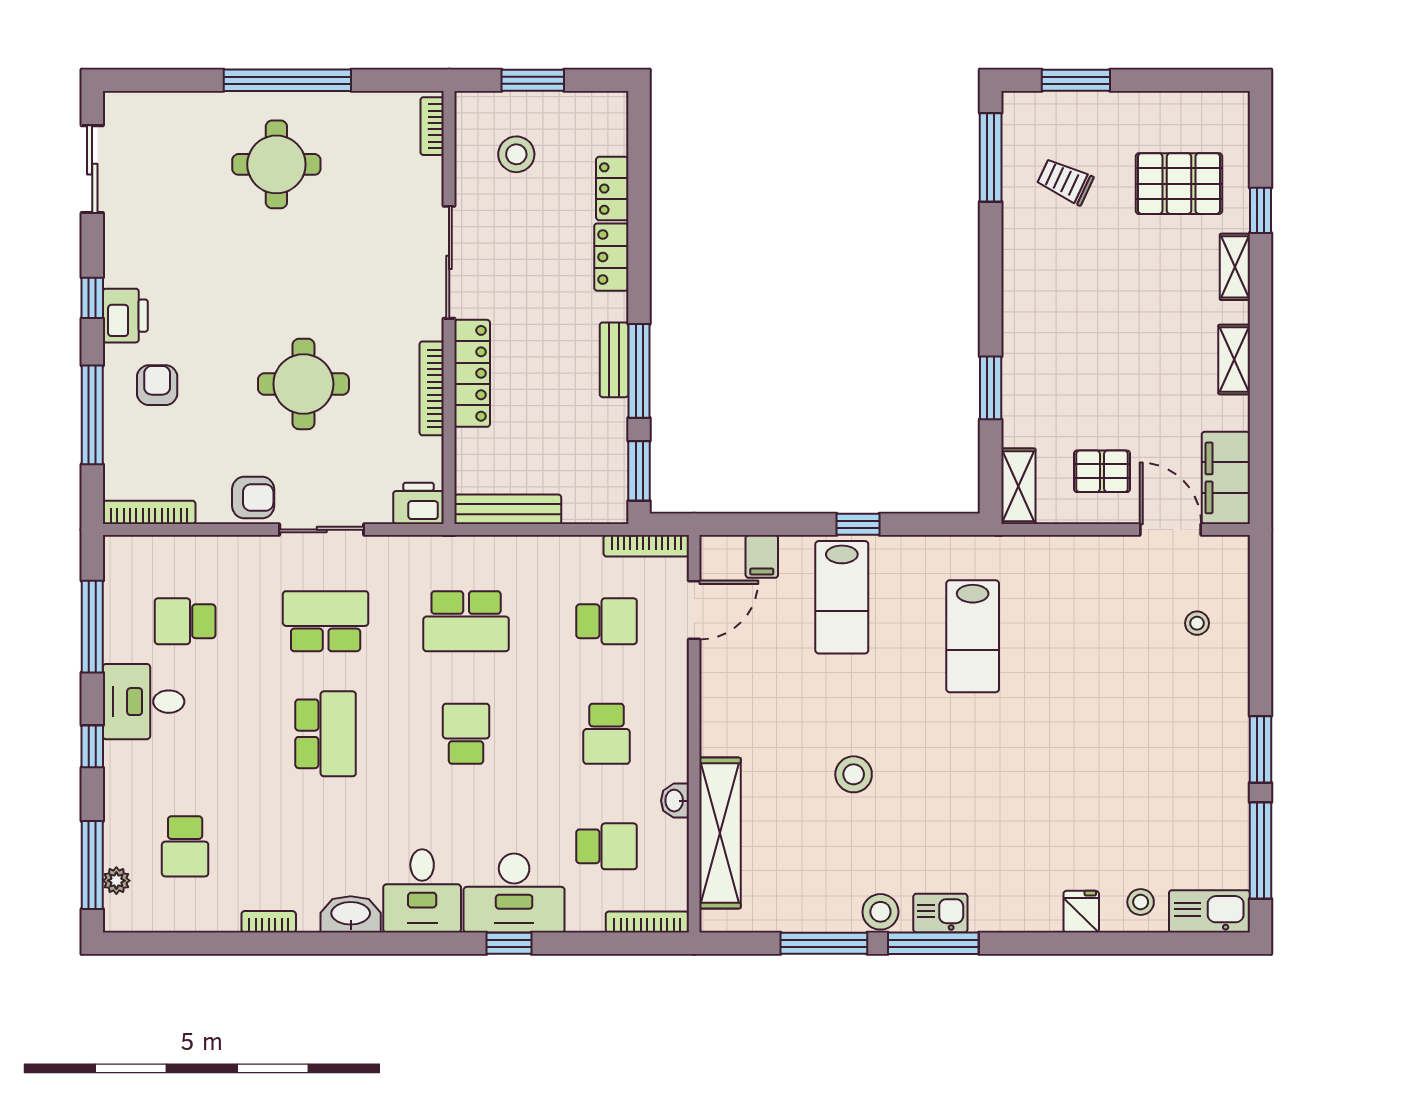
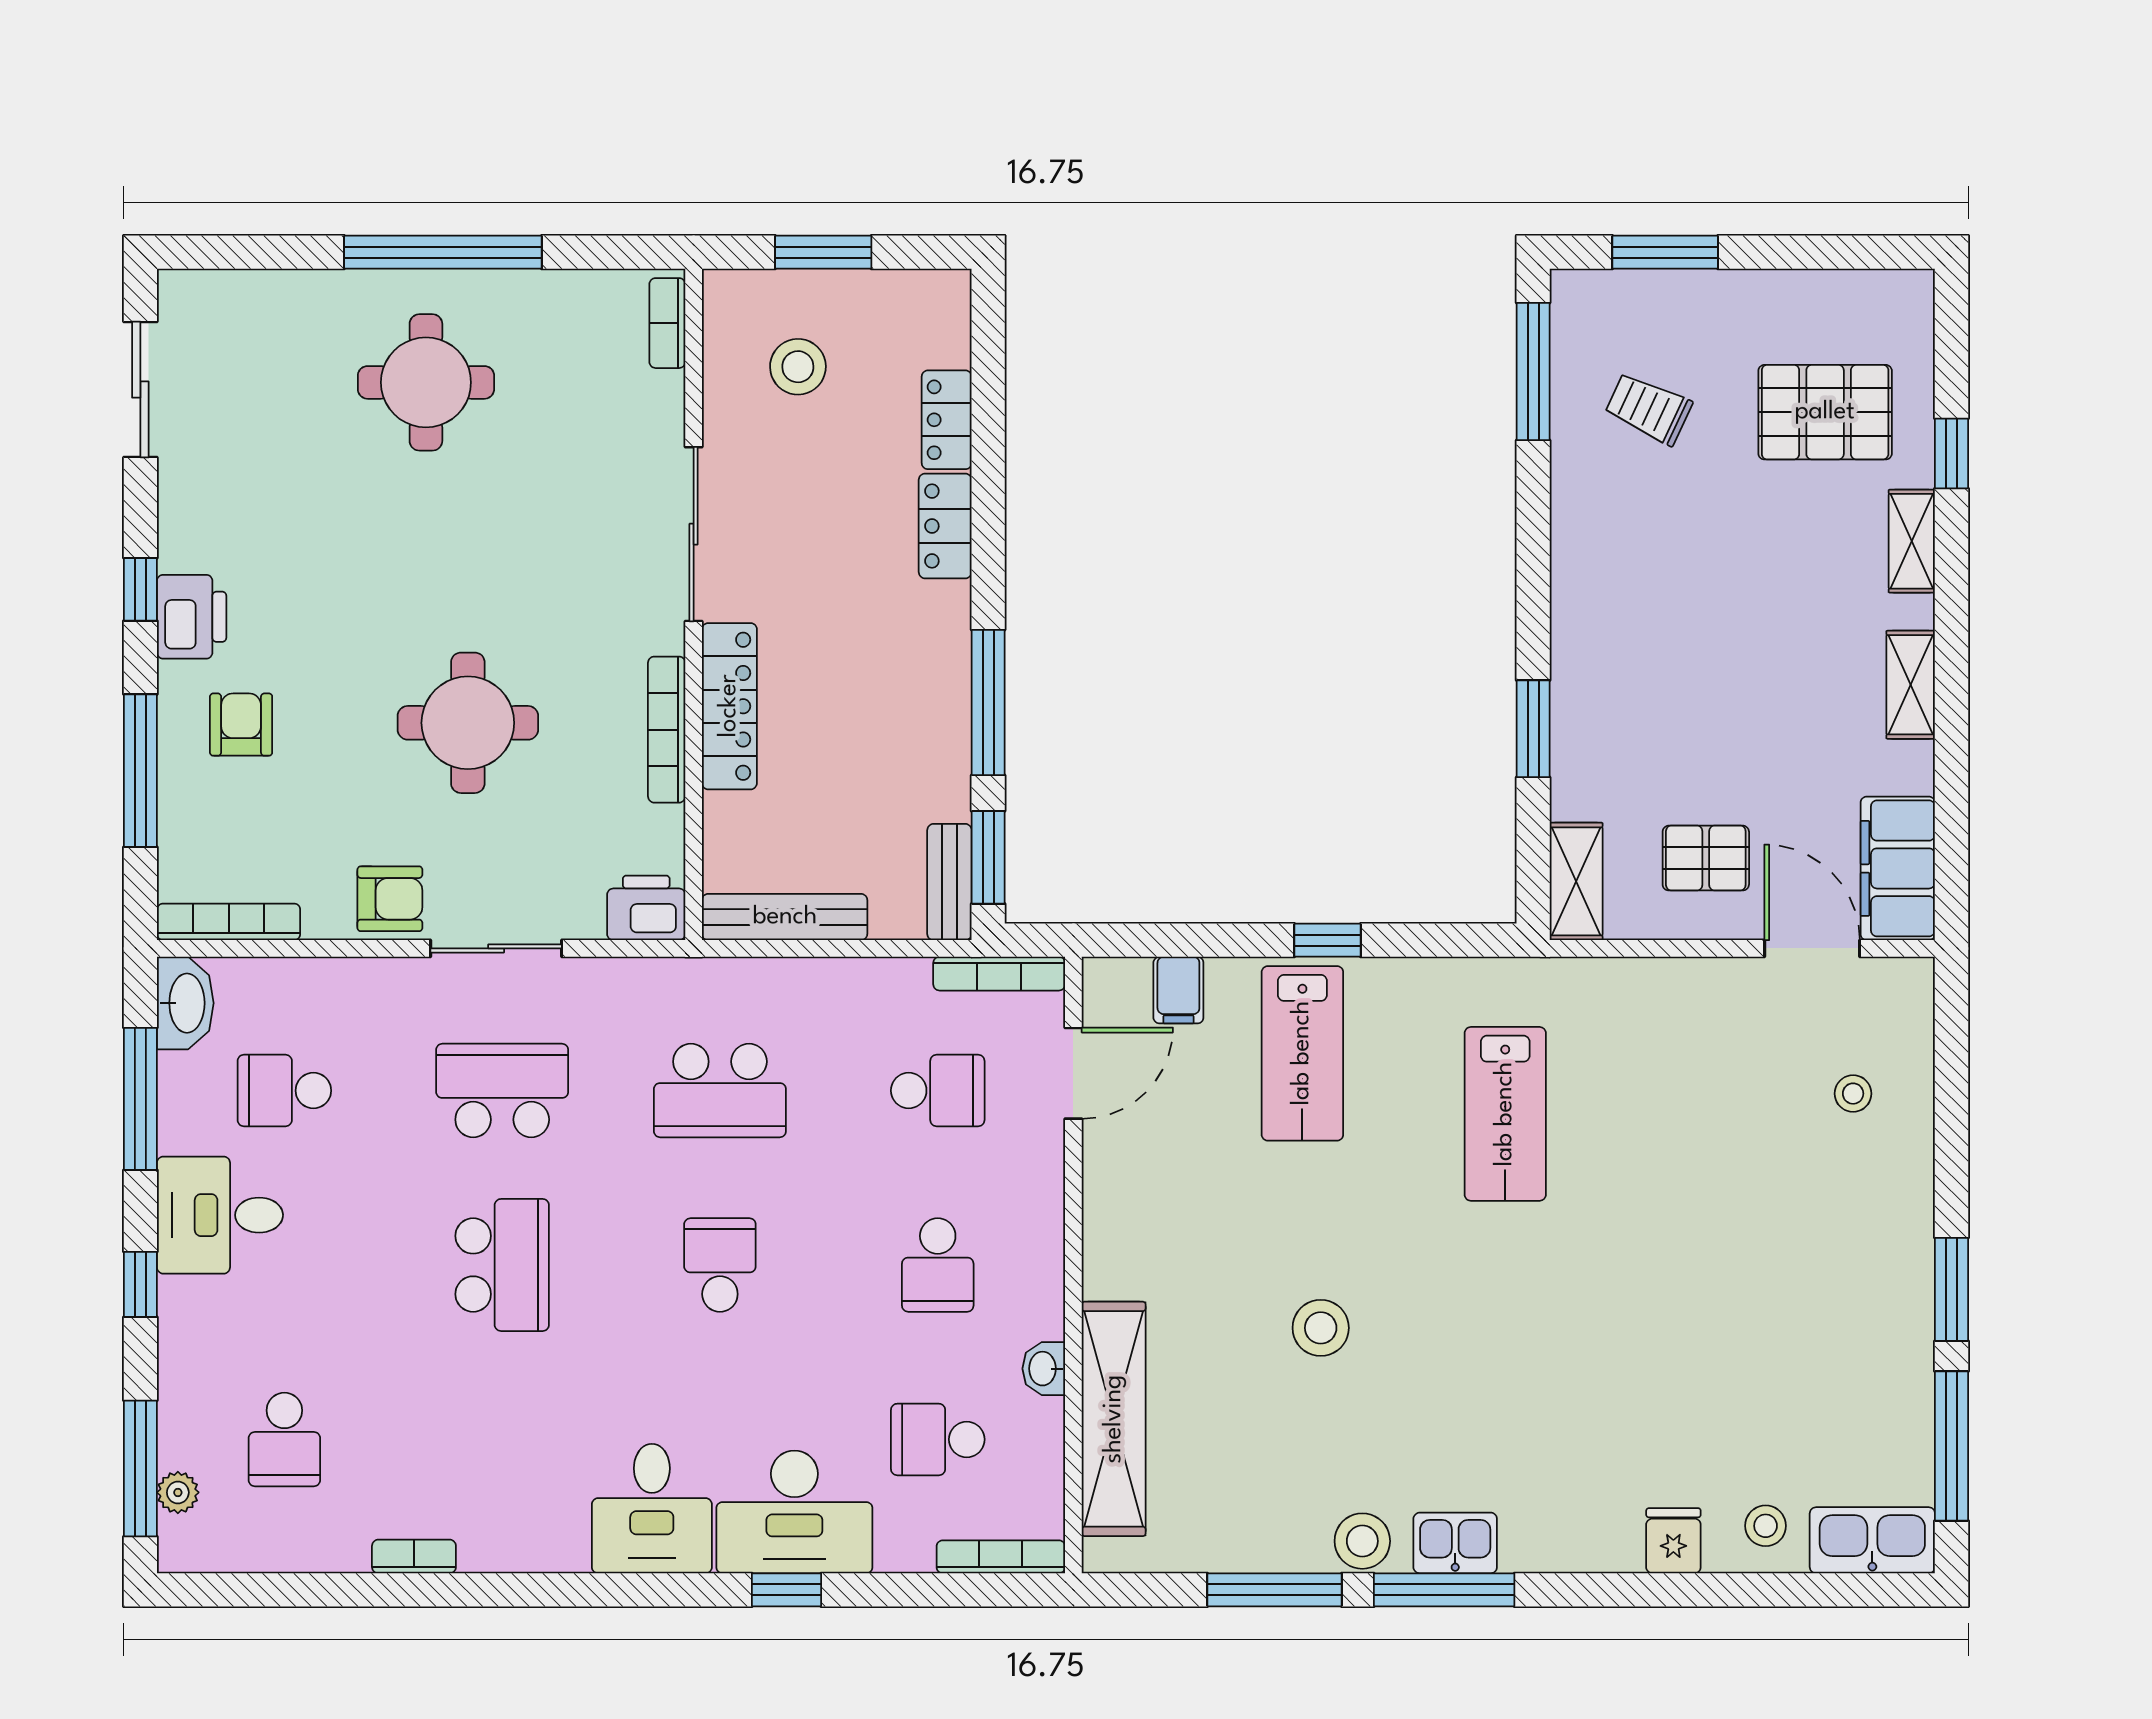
bench: (614, 360) -> (949, 882), moved
school desk: (607, 846) -> (938, 1439), turned 180
washbasin: (351, 914) -> (185, 1003), moved, turned 90

